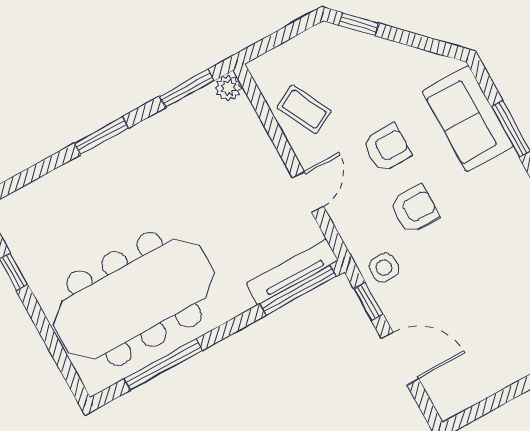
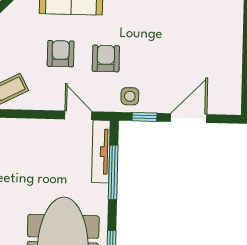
door: (308, 192) -> (78, 115), moved
window: (298, 290) -> (113, 172), moved

